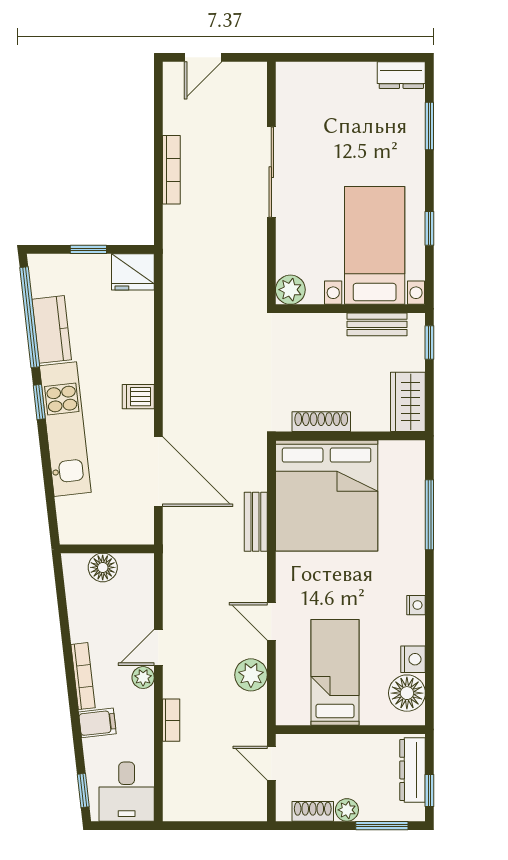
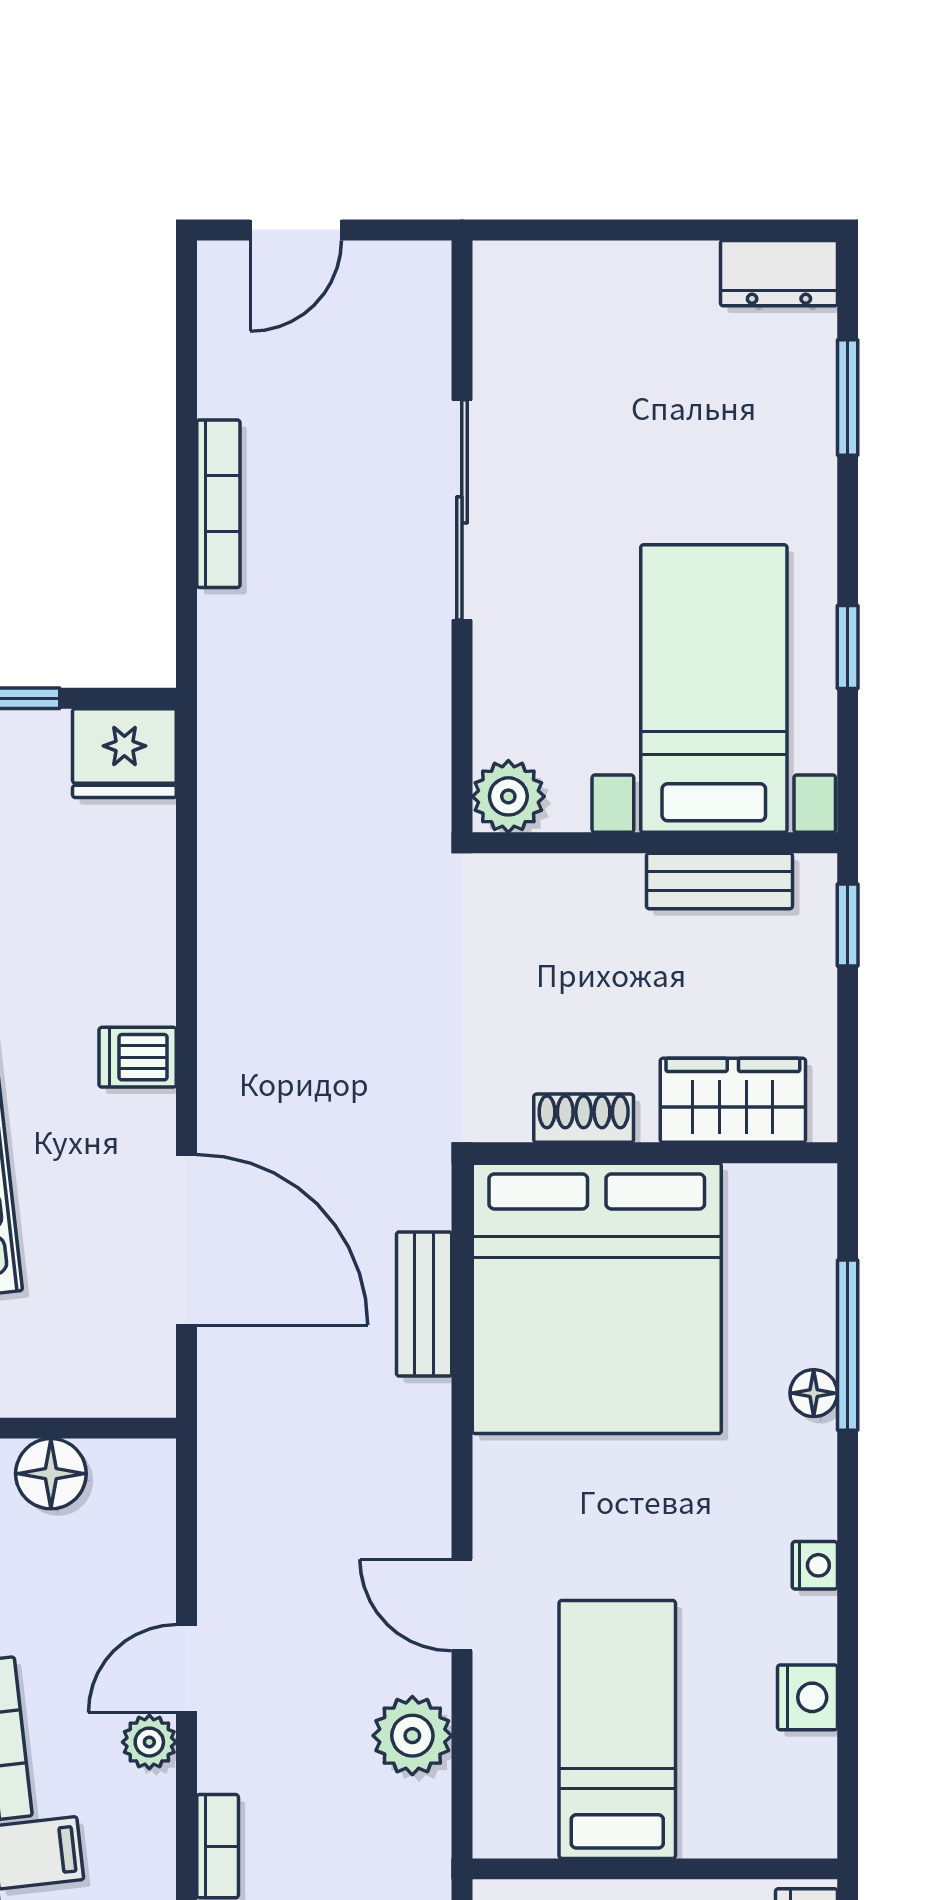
wardrobe: (408, 402) -> (733, 1100), moved, turned 90
shoe rack: (321, 422) -> (584, 1118), width x0.70
bench: (256, 522) -> (424, 1304), moved
floor lamp: (407, 693) -> (814, 1393), moved, width x0.53, depth x0.53

